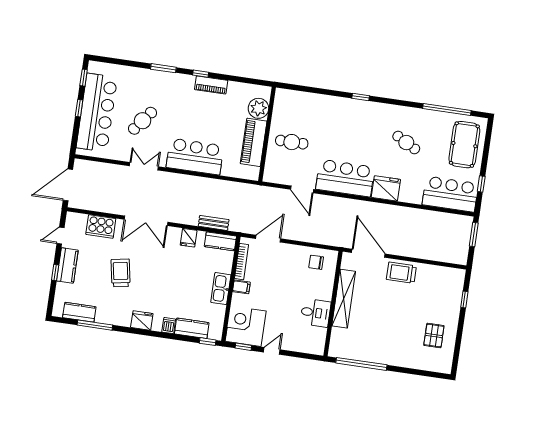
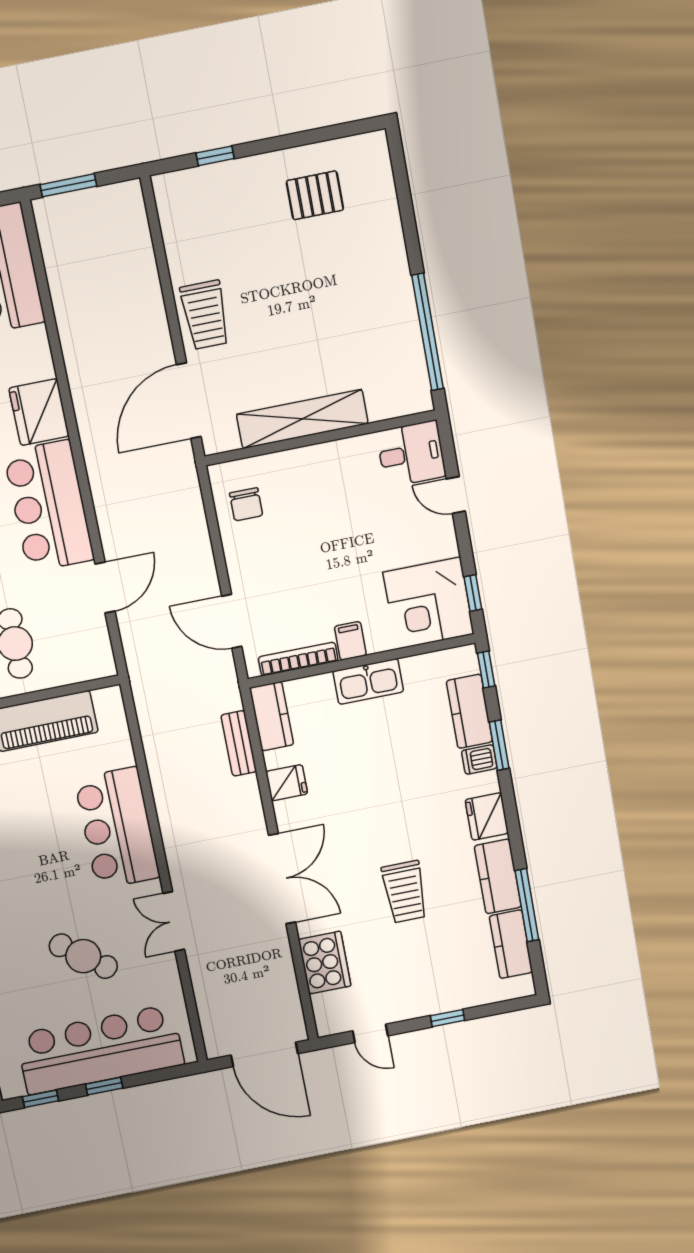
kitchen counter: (67, 265) -> (498, 876), moved, turned -90
trolley: (121, 273) -> (405, 892), turned -80
desk: (316, 313) -> (411, 454), moved, turned 90
window: (172, 336) -> (499, 745), added
door: (272, 351) -> (456, 495), moved

